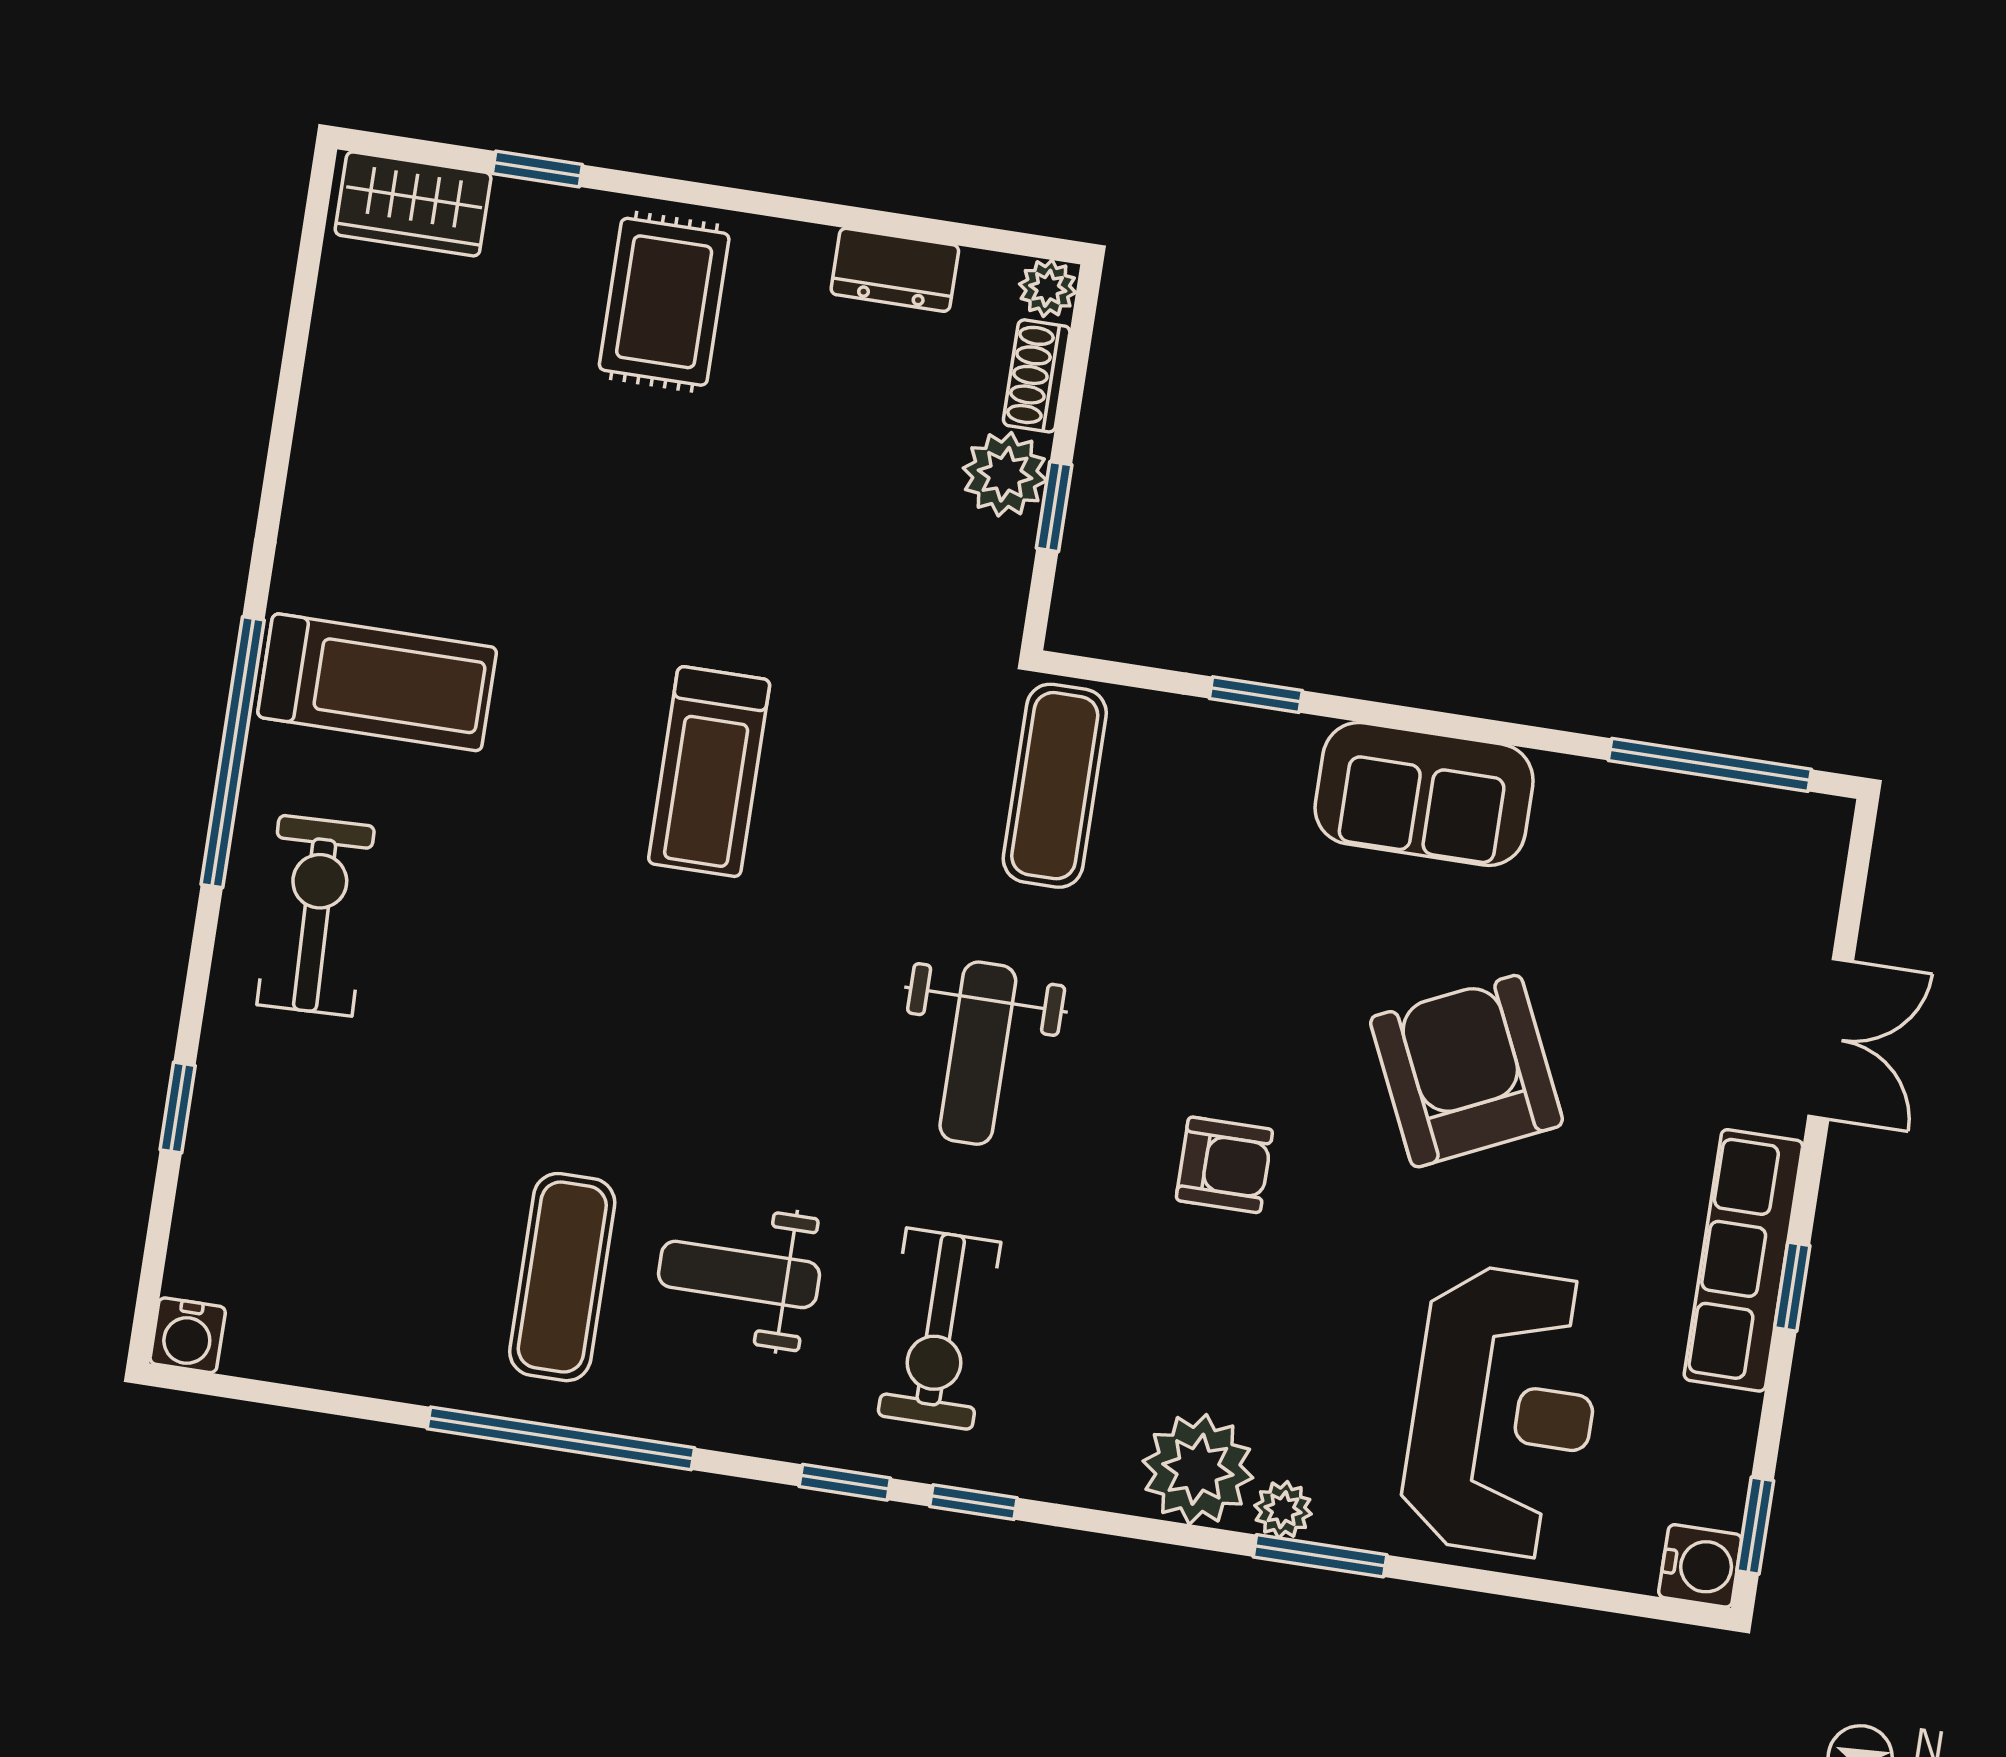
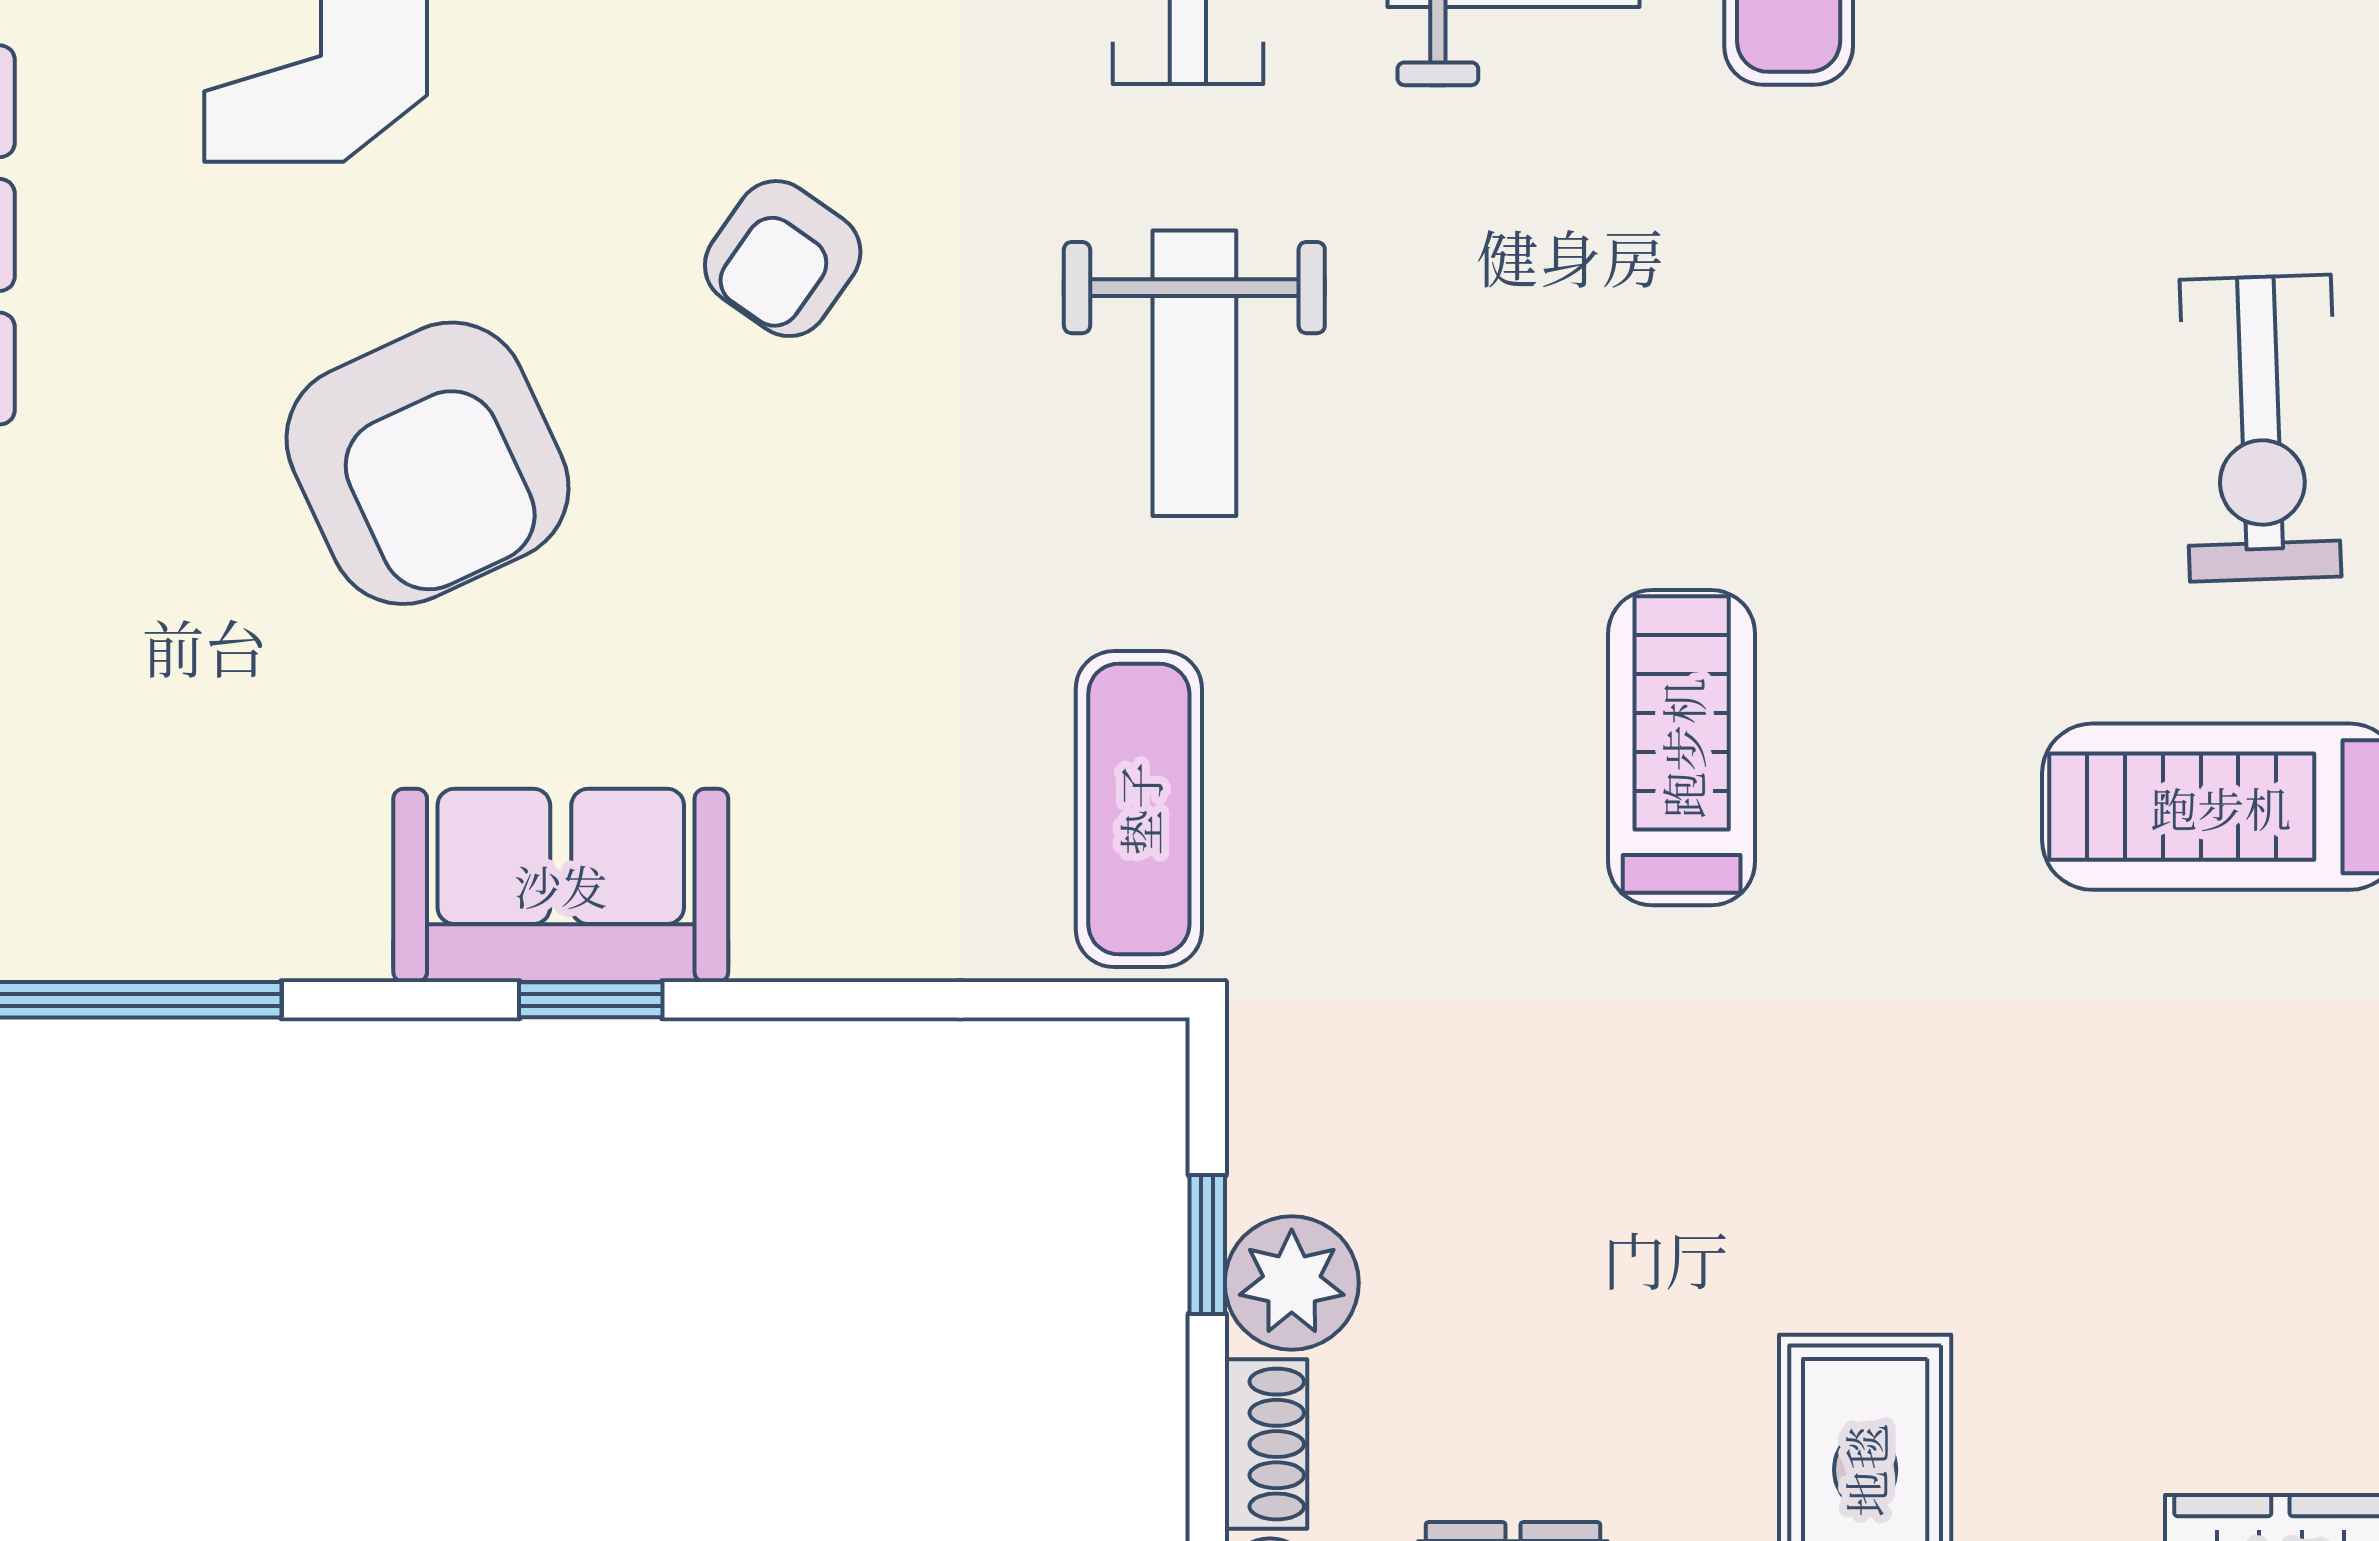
window: (1256, 695) -> (591, 1000), moved
weight bench: (978, 1053) -> (1194, 373), turned 180
armchair: (1224, 1165) -> (783, 259), turned -55

